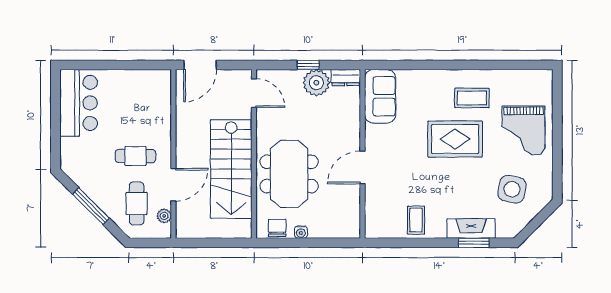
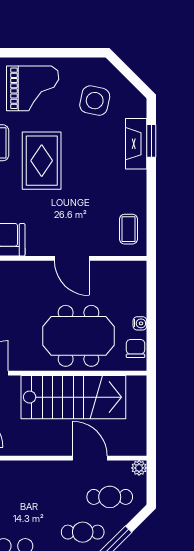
cafe table: (135, 156) -> (83, 532), moved, turned 90
plant: (164, 216) -> (139, 468), moved
coffee table: (416, 220) -> (128, 229), moved, turned 90
chair: (277, 228) -> (135, 348), turned 90

